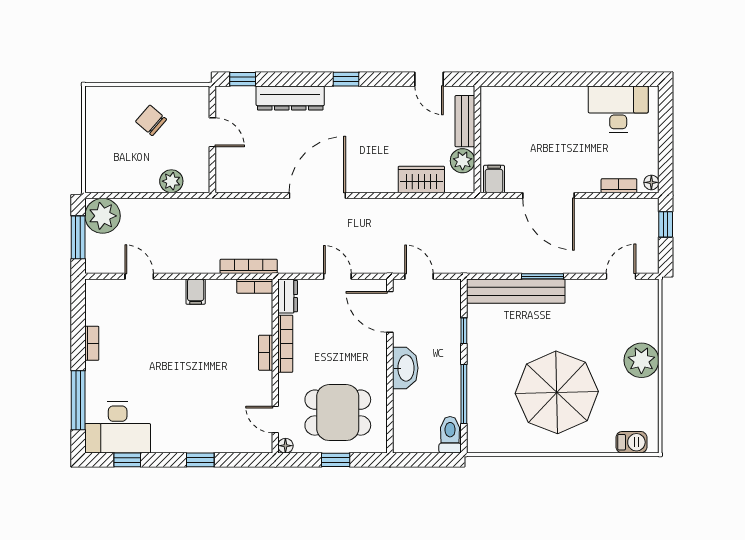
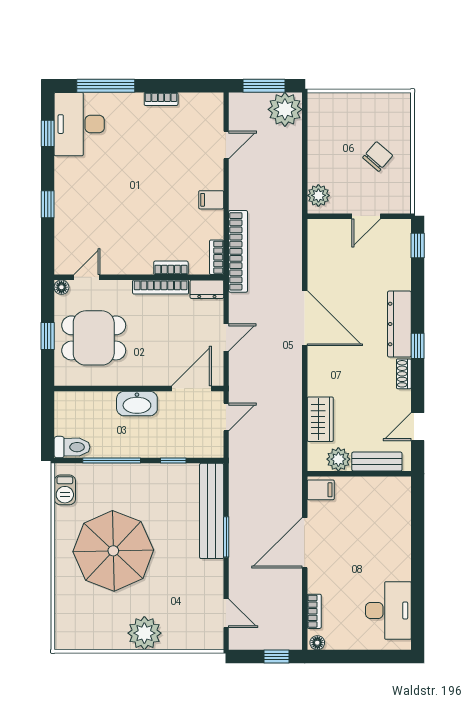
shoe rack: (375, 93) -> (404, 374), added
dresser: (290, 98) -> (399, 324), moved
plant: (171, 181) -> (318, 195), moved
bookcase: (249, 266) -> (238, 251), width x1.48, depth x1.31
bookcase: (266, 353) -> (171, 268), moved
dining table: (338, 413) -> (94, 338), turned 90
barbecue: (631, 442) -> (65, 490), moved

